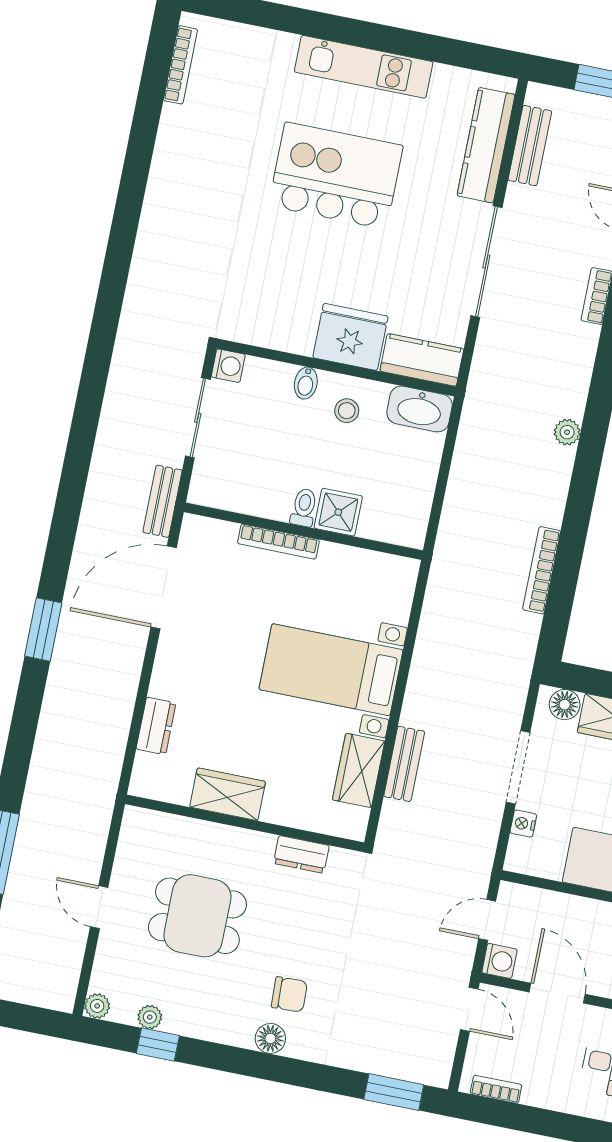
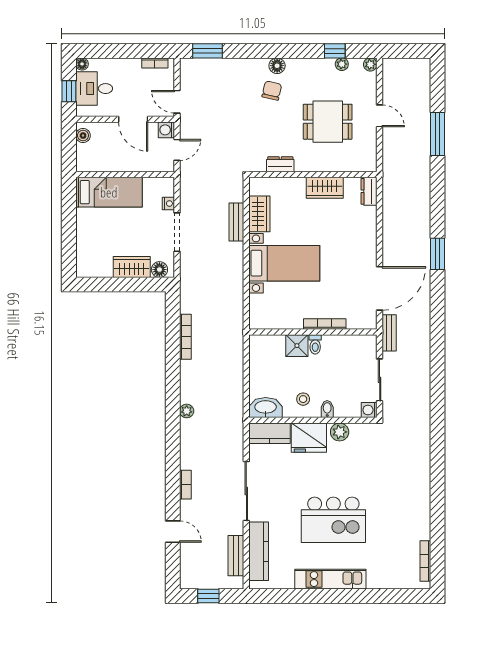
plant: (291, 336) -> (340, 432), added
dresser: (156, 726) -> (369, 191), moved
chair: (289, 994) -> (272, 91), turned 105

